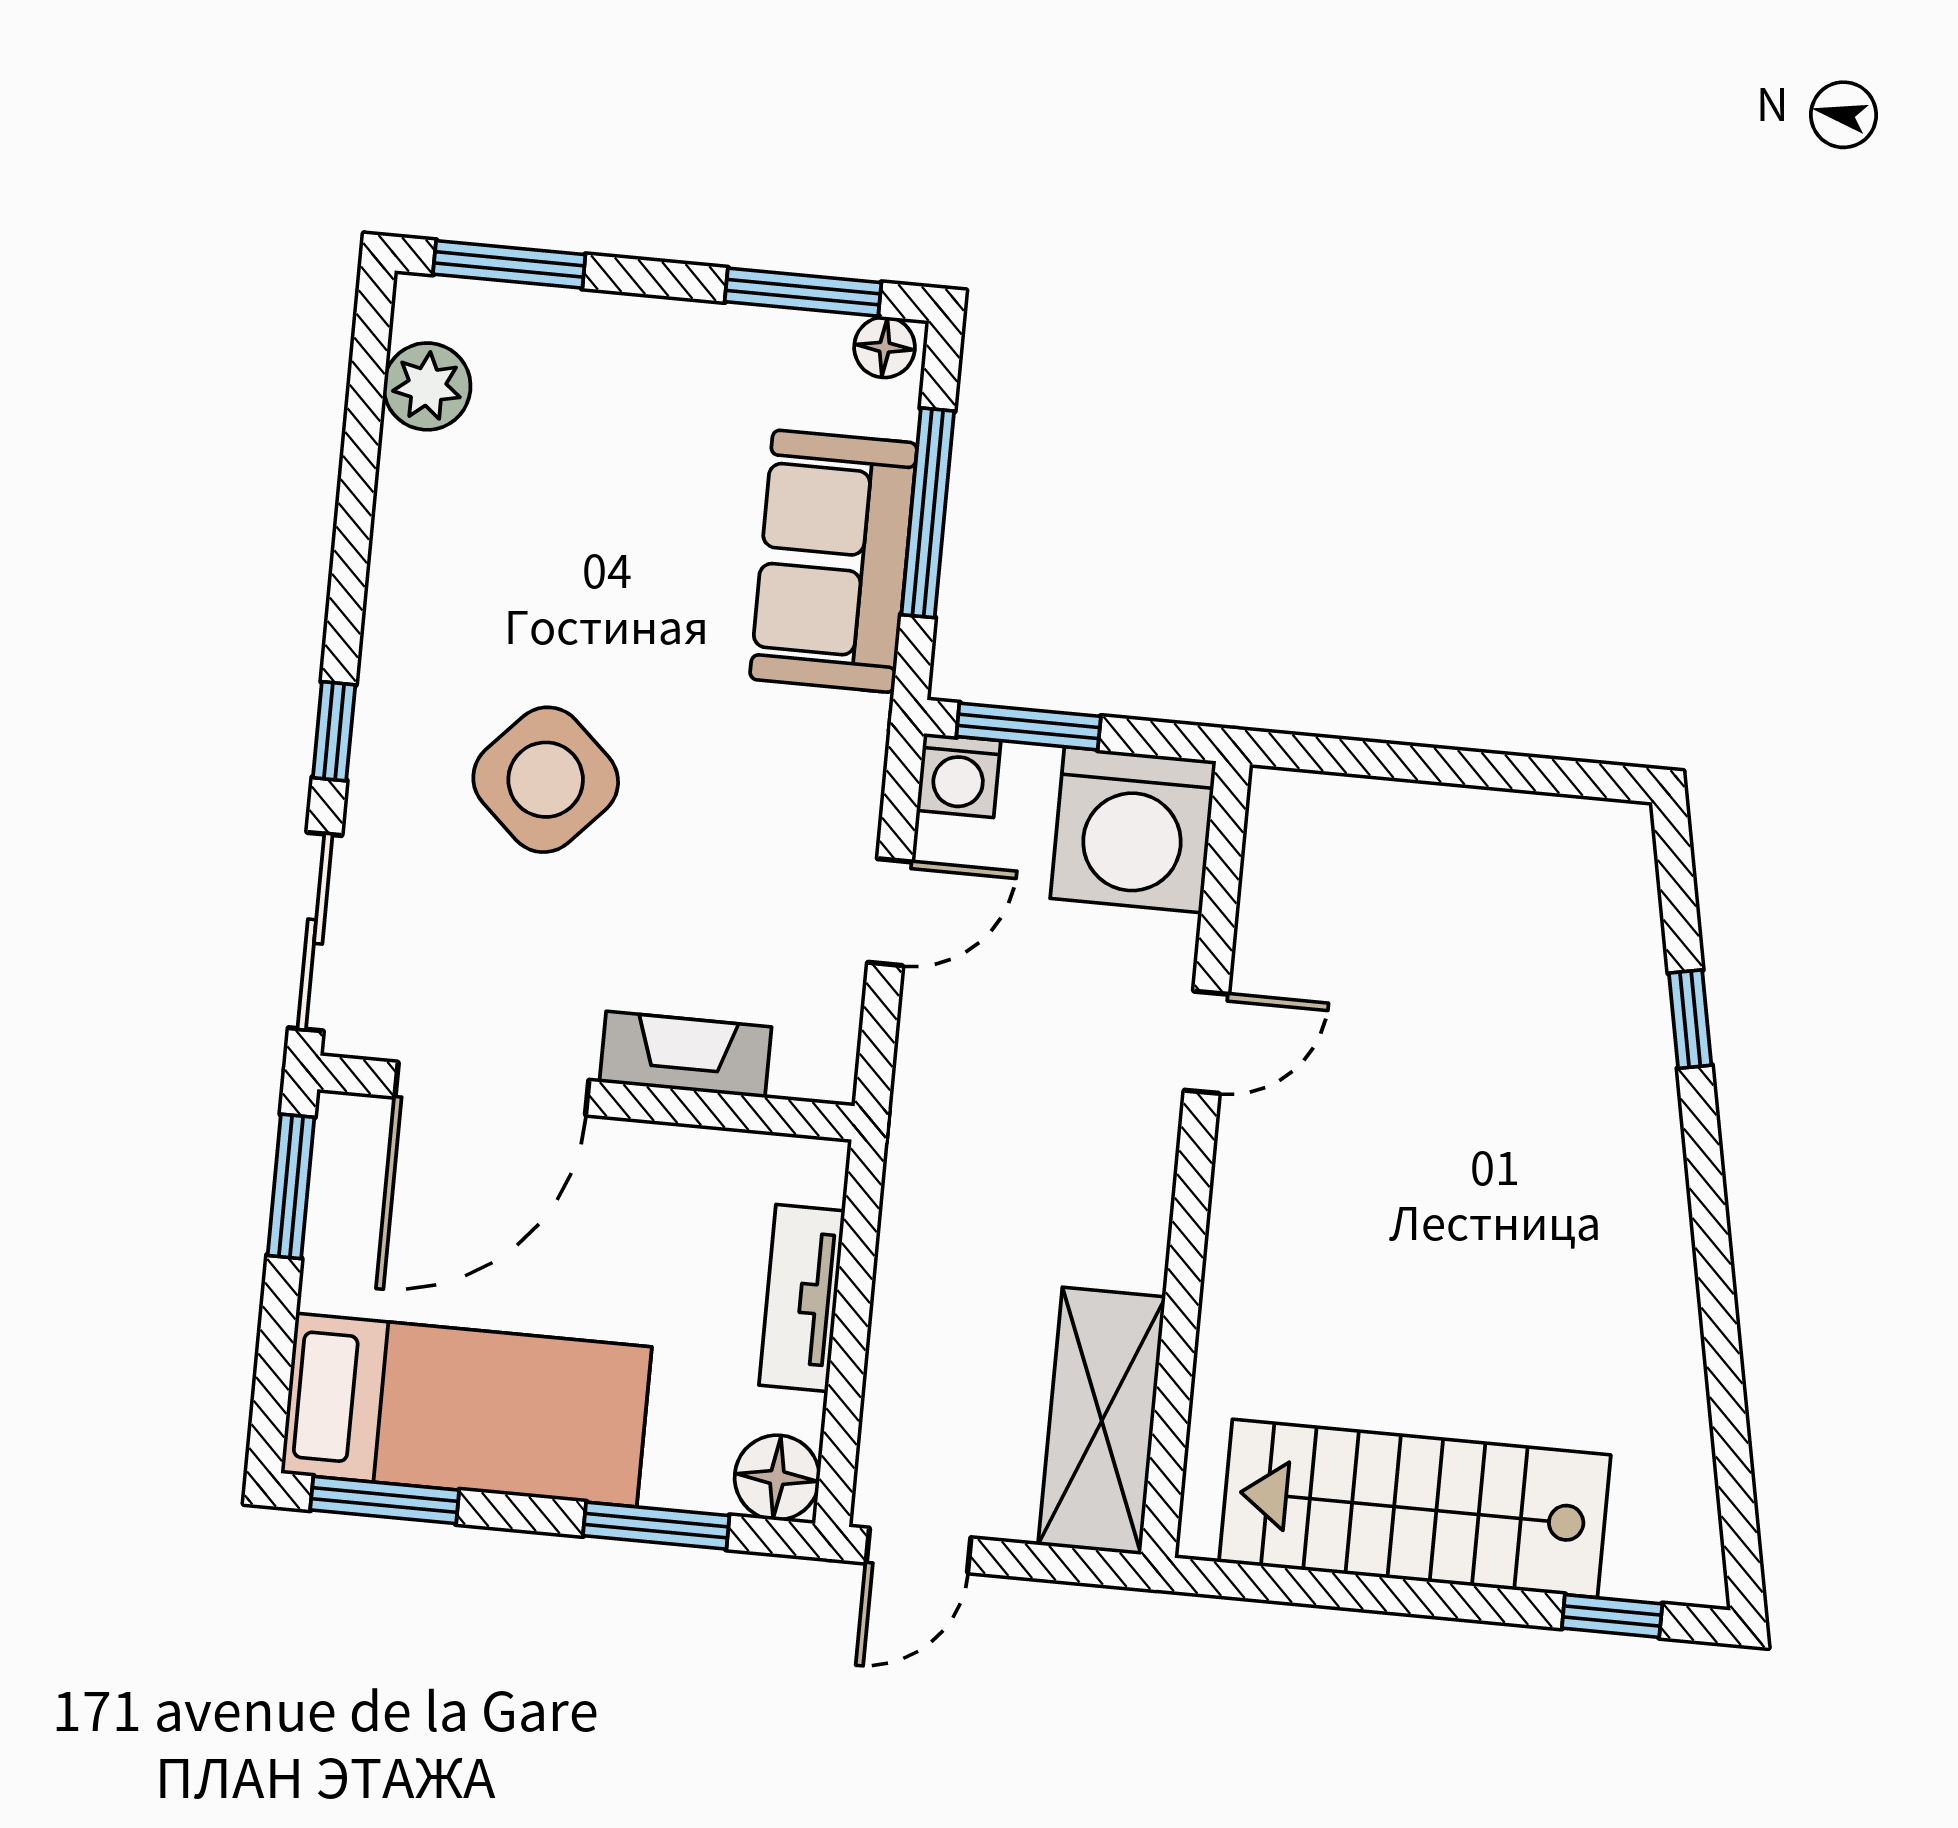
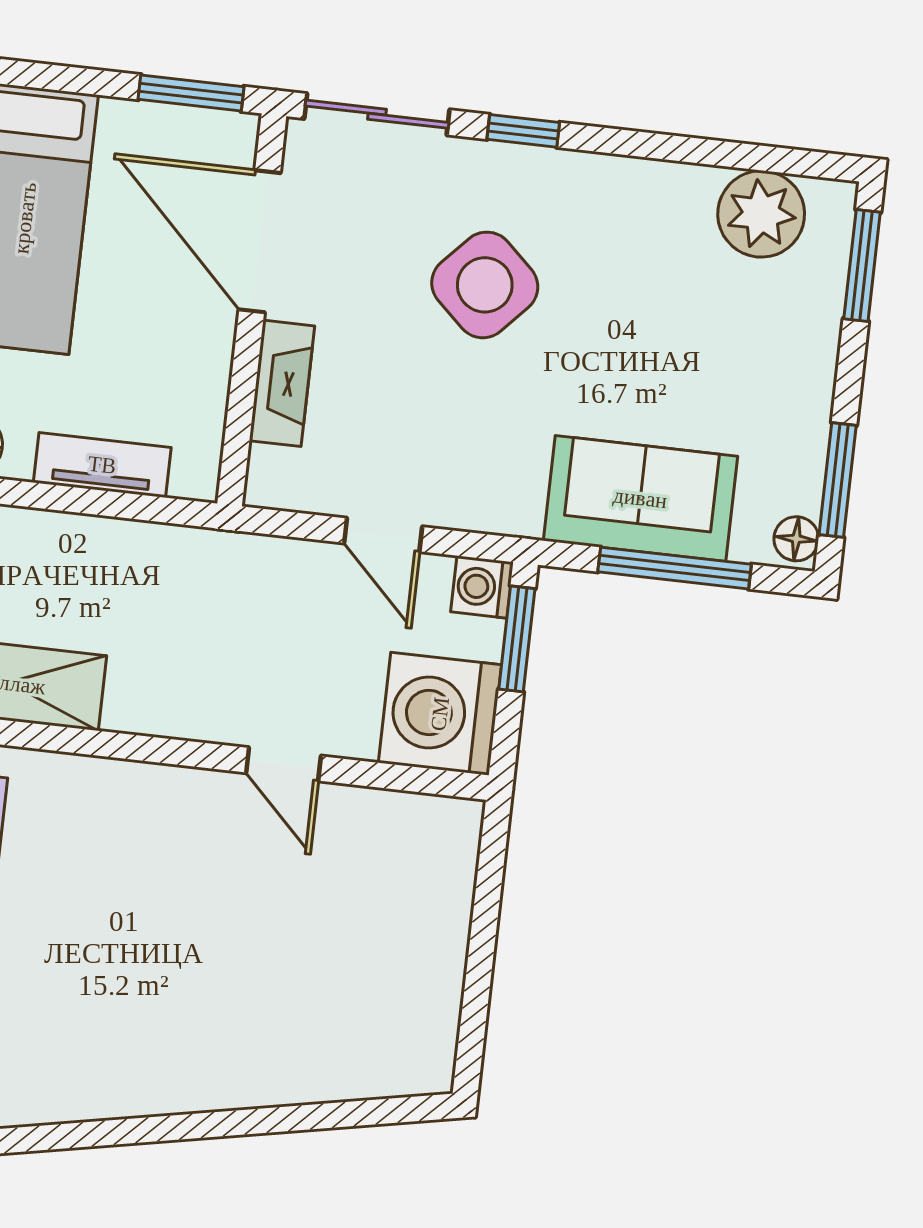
plant: (427, 386) -> (761, 214), width x1.36, depth x1.36
window: (1690, 1019) -> (294, 1118), removed

